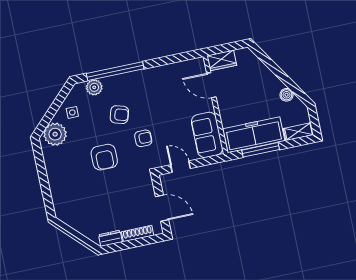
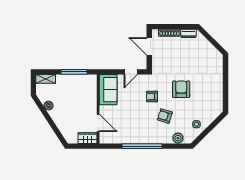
window: (115, 71) -> (142, 146), moved
plant: (55, 134) -> (211, 112), removed
freezer: (254, 135) -> (76, 83), removed
door: (181, 167) -> (131, 72), hinge flipped

